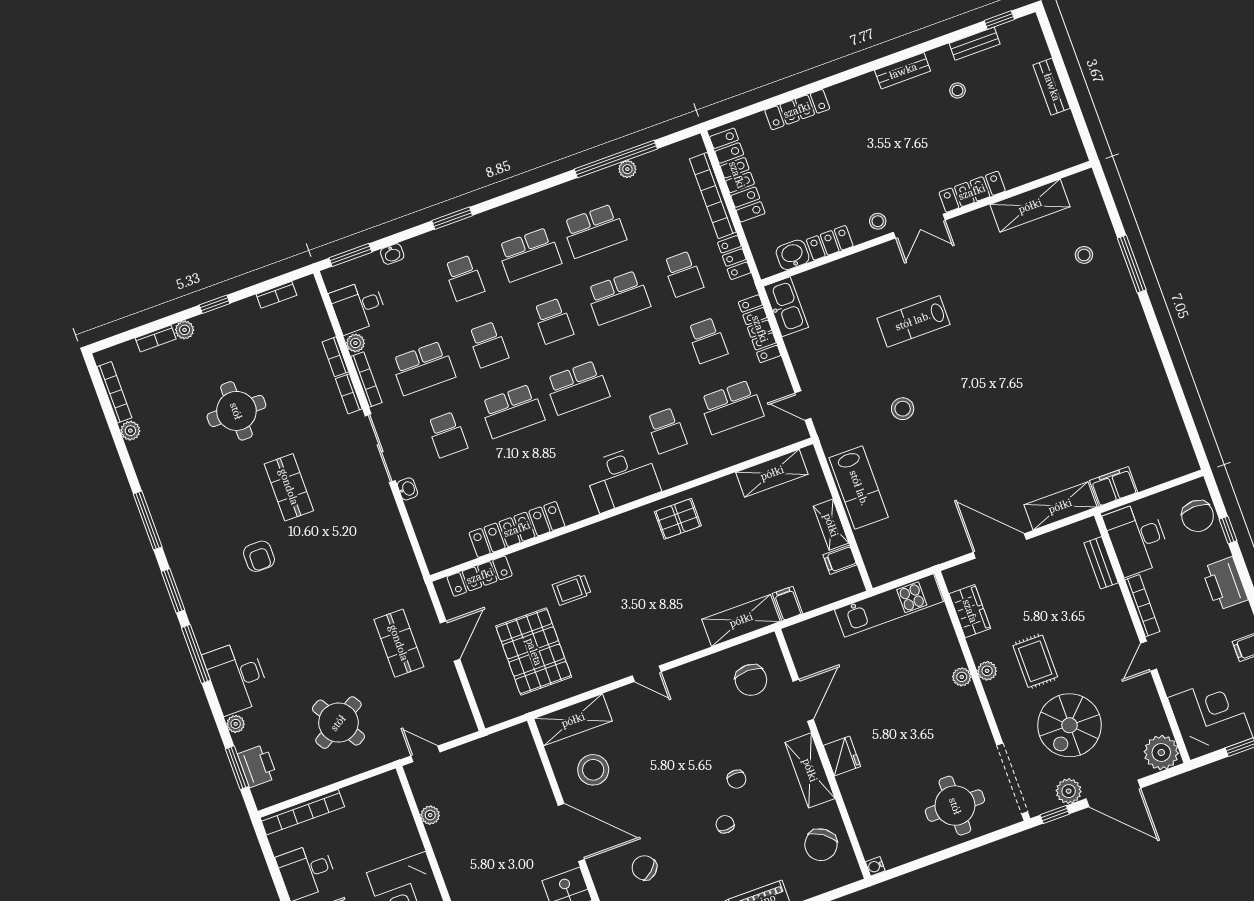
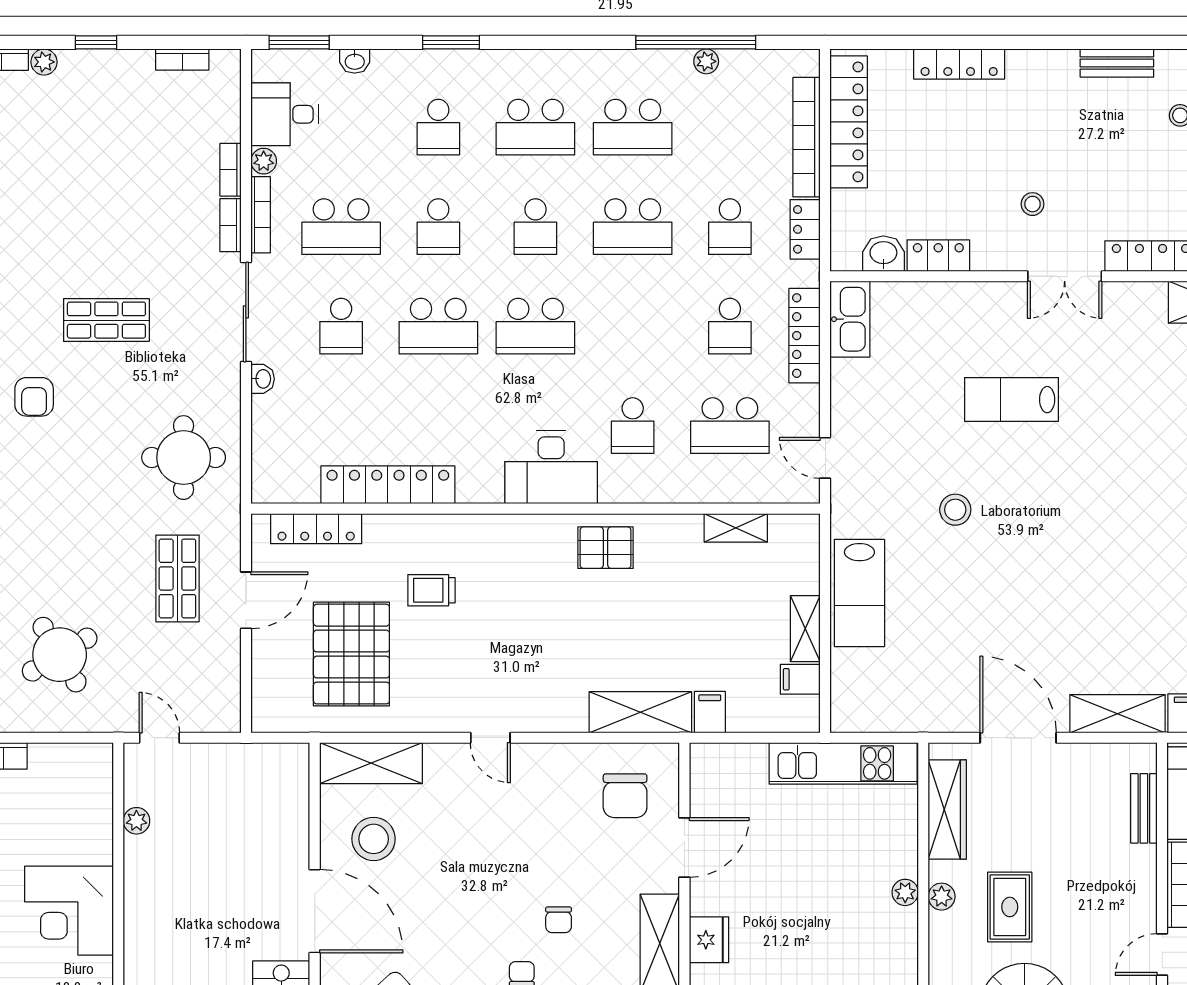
stool: (878, 221) -> (1033, 204), moved
round table: (236, 411) -> (184, 458), moved
shelving: (772, 473) -> (736, 528), width x0.67, depth x0.75
shop shelf: (289, 487) -> (106, 320), turned 90
wardrobe: (970, 611) -> (947, 809), width x1.50

